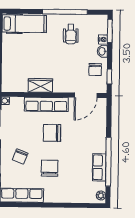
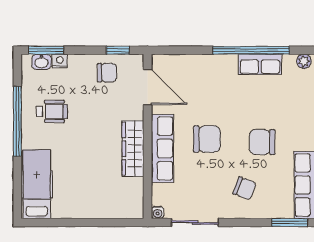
washbasin: (102, 51) -> (41, 62), moved
wardrobe: (40, 85) -> (133, 149), width x1.50
chair: (52, 133) -> (207, 139), turned -90

